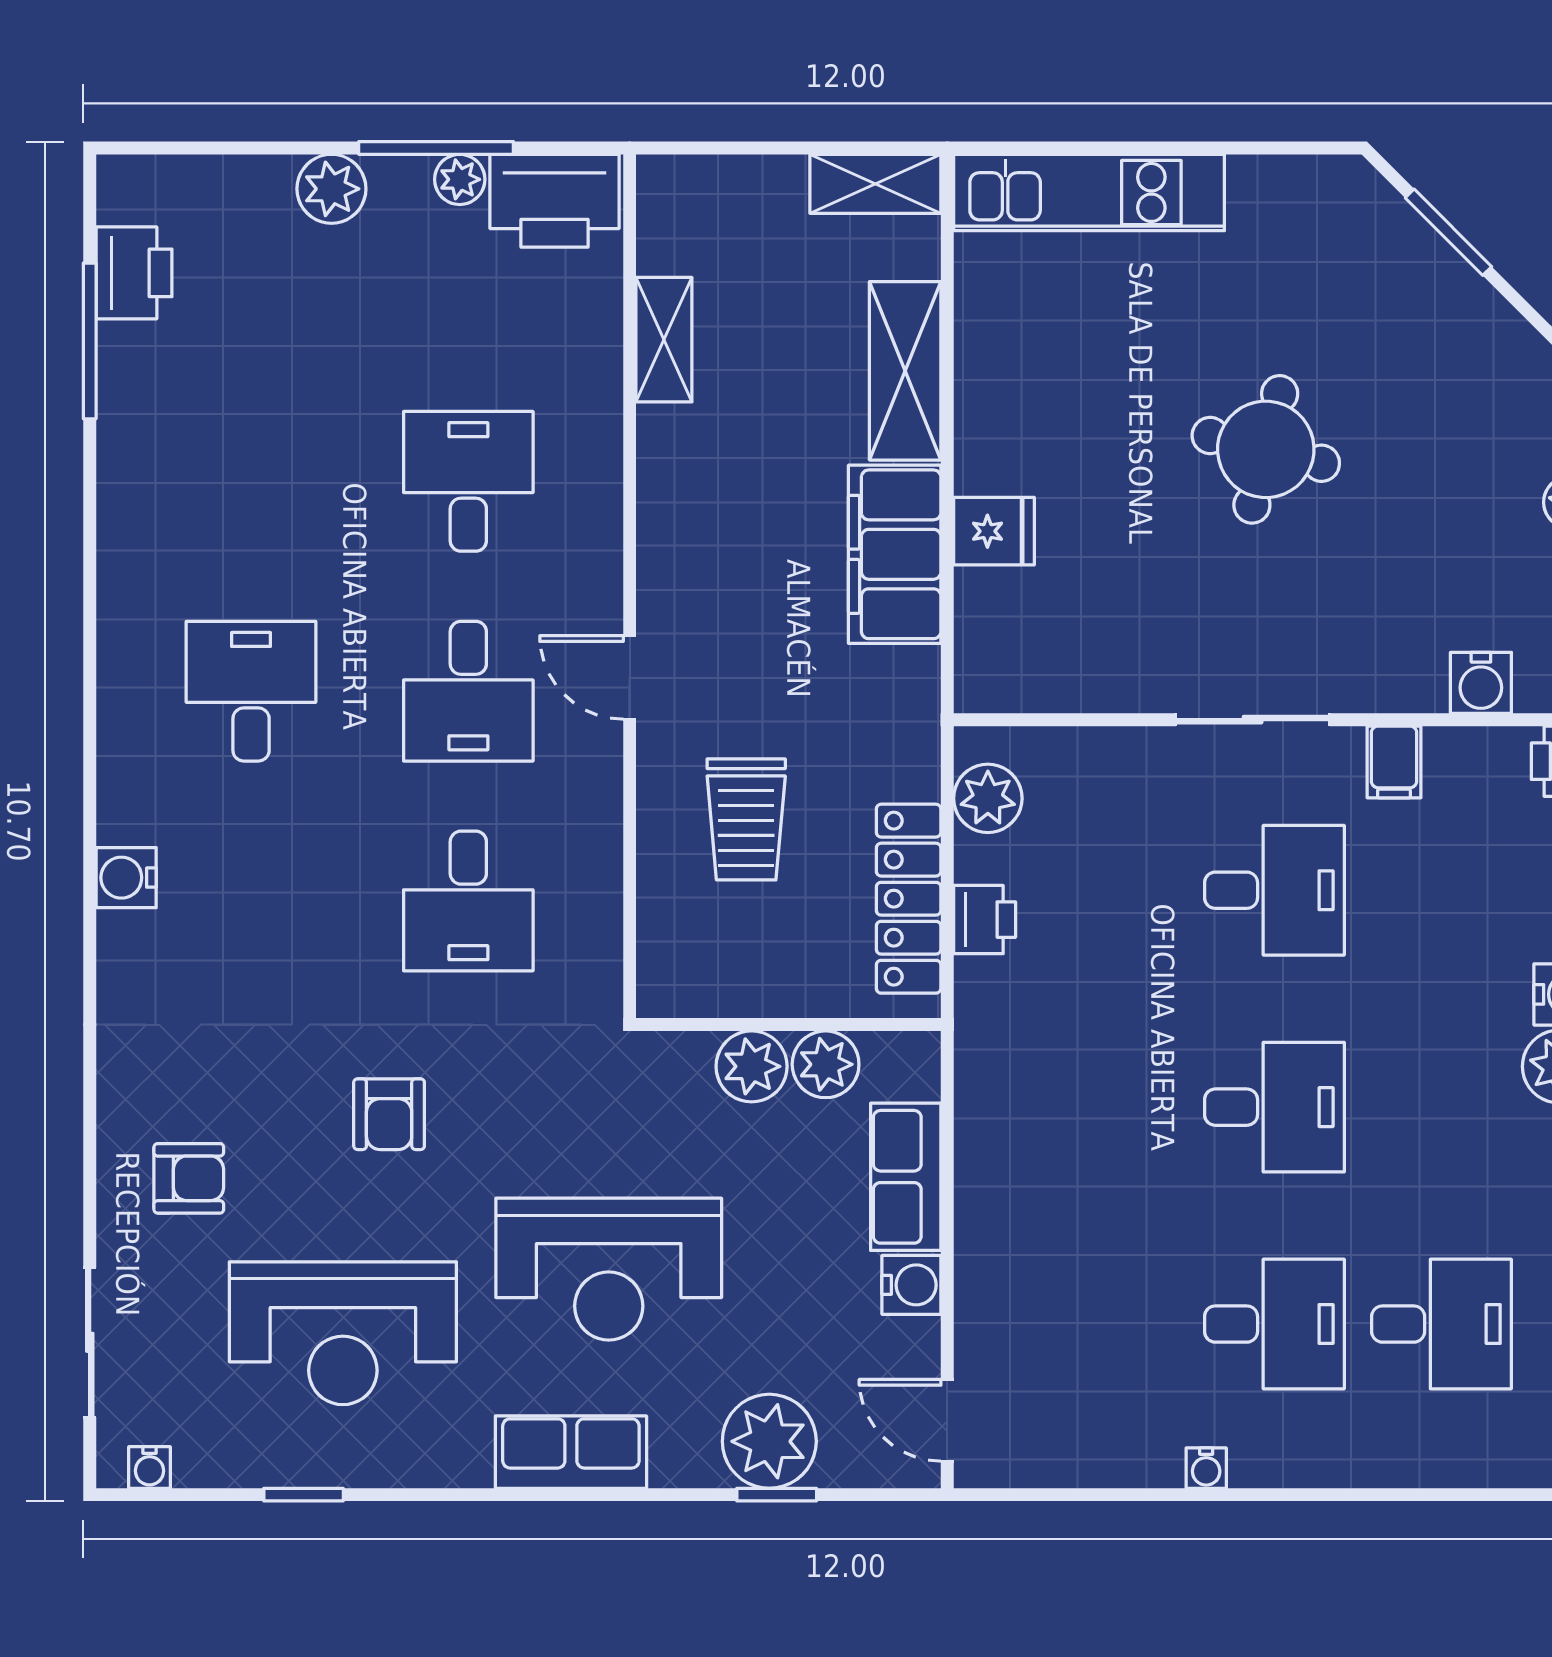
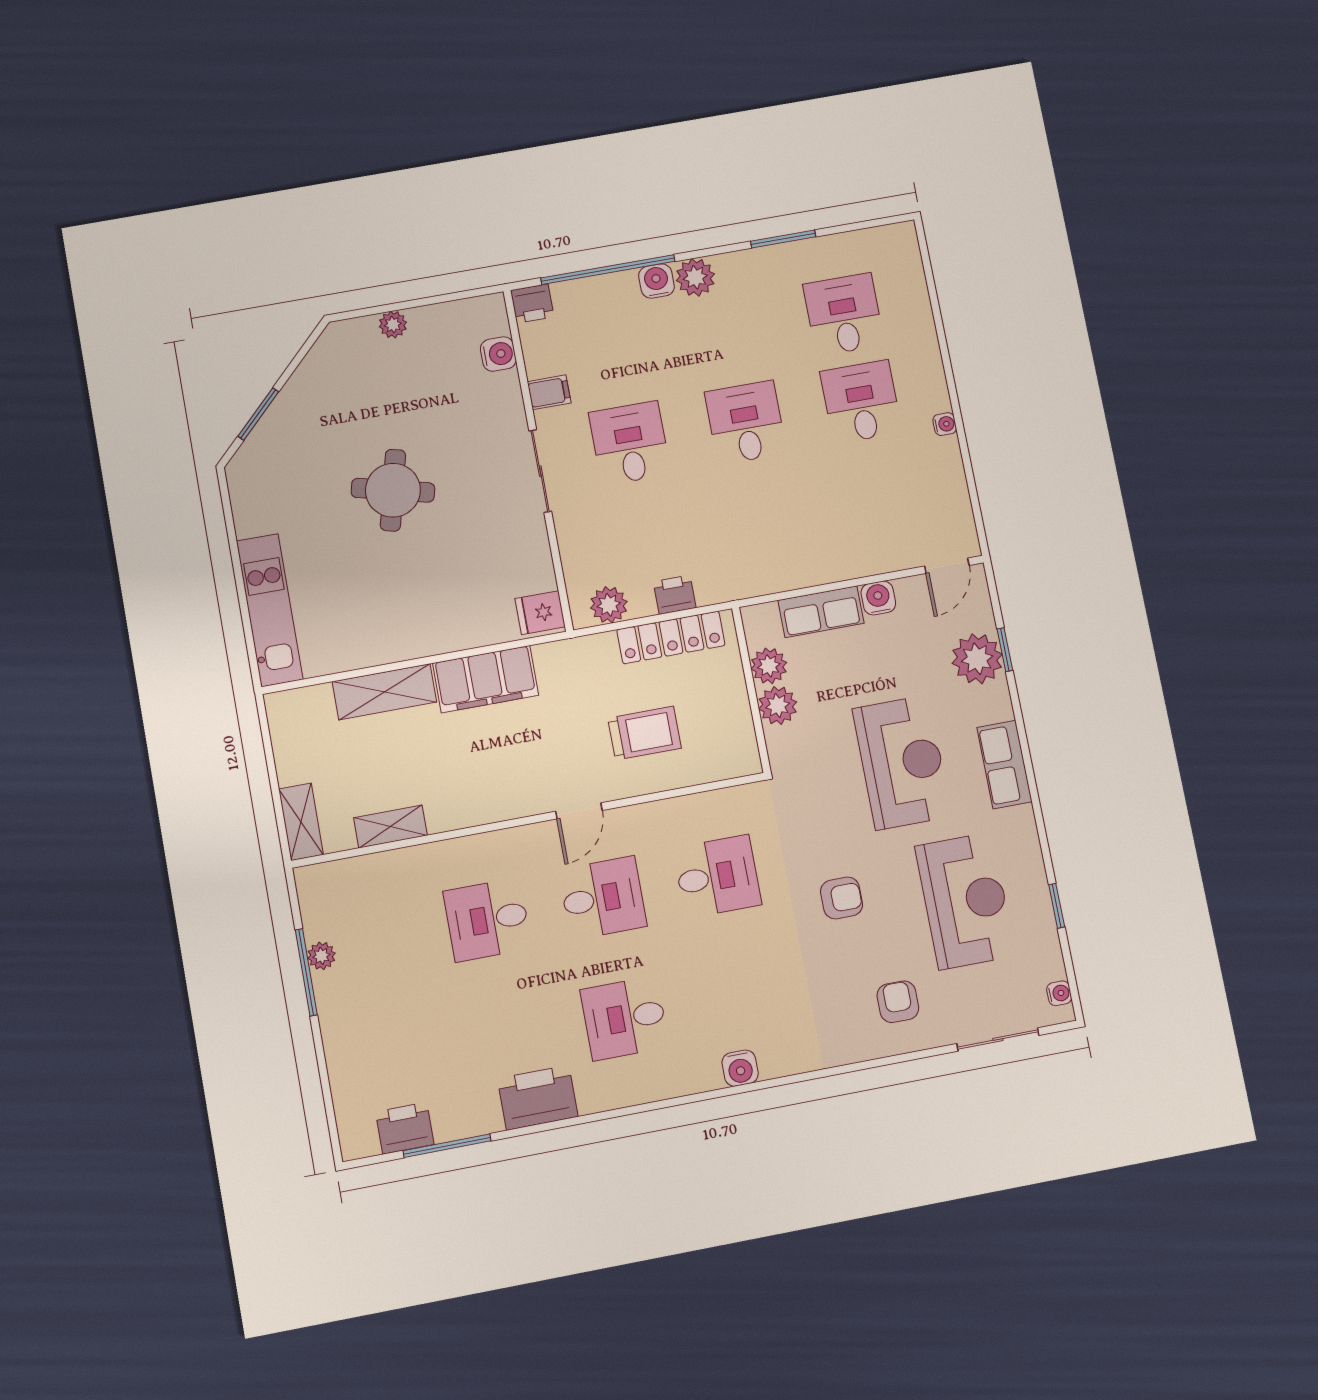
shelving: (875, 184) -> (301, 822), moved
plant: (331, 189) -> (339, 1026), removed
printer: (555, 201) -> (538, 1098), moved, turned -90
fridge: (994, 531) -> (540, 613), moved, turned -90

